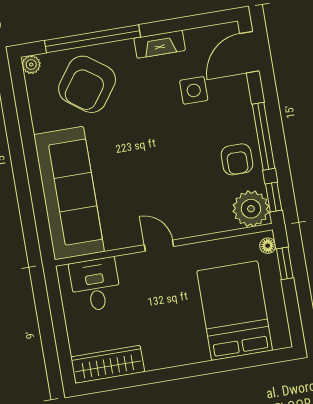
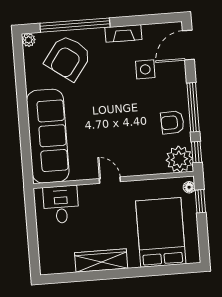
armchair: (237, 159) -> (172, 122), turned 88
wardrobe: (108, 364) -> (101, 261), moved

